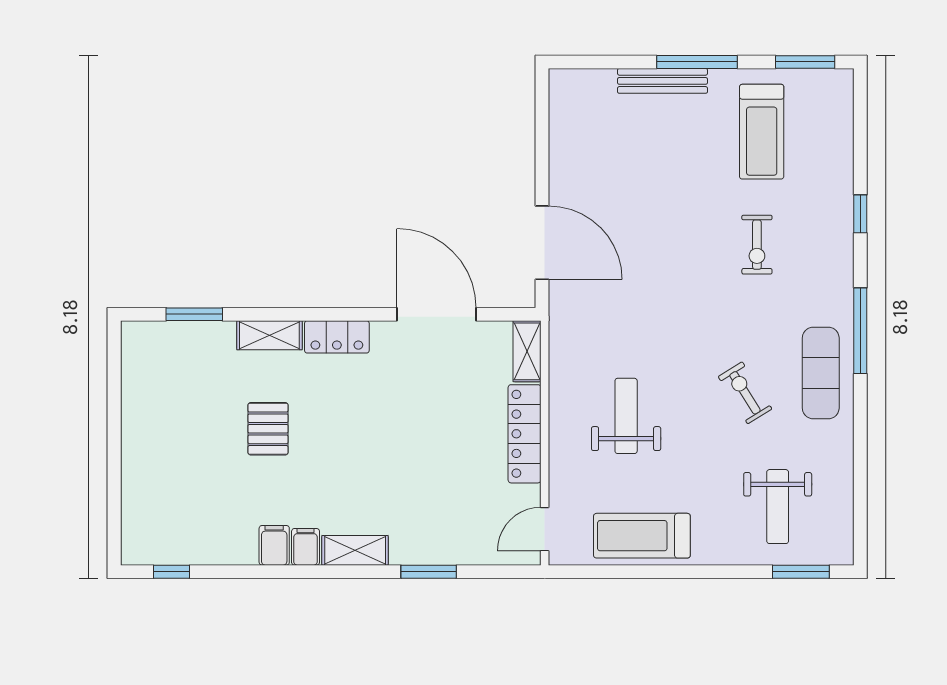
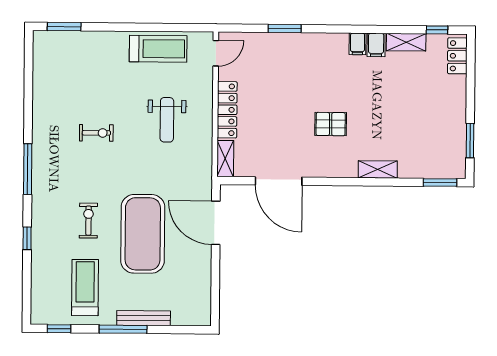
window: (805, 62) -> (59, 329), width x0.67
window: (194, 314) -> (440, 182), moved
locker: (337, 337) -> (457, 56), moved, turned -90
exercise mat: (821, 373) -> (143, 234), moved, width x2.00, depth x1.45
window: (114, 385) -> (470, 141), added
exercise bike: (745, 393) -> (96, 133), turned -58
pallet: (268, 429) -> (331, 124), moved, turned 90
weight bench: (778, 507) -> (78, 65), removed
shelving: (355, 550) -> (406, 42), moved

